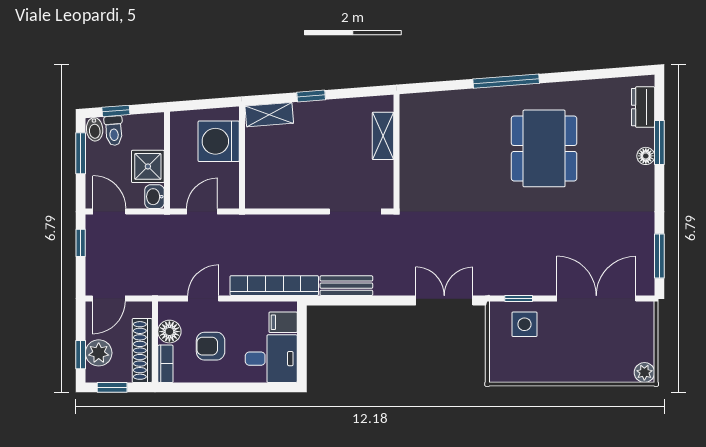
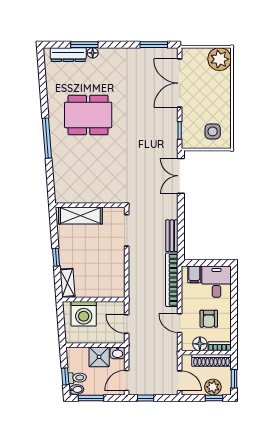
dresser: (643, 107) -> (68, 55), width x1.44
shelving: (383, 136) -> (80, 216), width x1.50, depth x1.33
side table: (524, 324) -> (213, 131), moved
plant: (644, 372) -> (220, 59), width x1.87, depth x1.87

